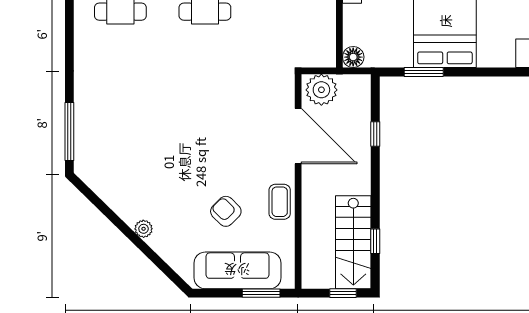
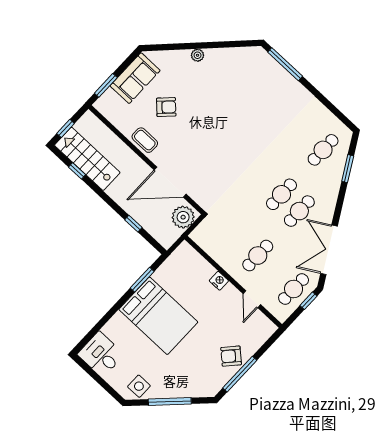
floor lamp: (353, 57) -> (185, 250), removed
sofa: (237, 270) -> (135, 78), width x0.73

